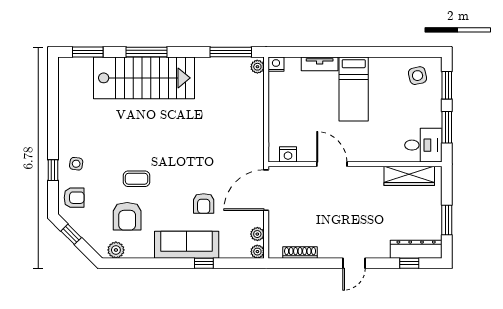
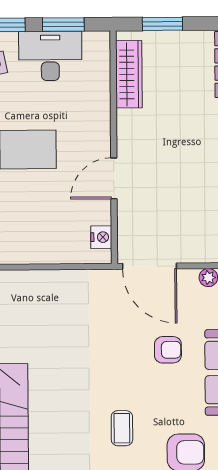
desk: (423, 145) -> (50, 56), moved, width x1.37
coffee table: (137, 179) -> (122, 428), moved
window: (447, 220) -> (162, 24), moved

